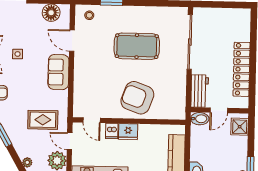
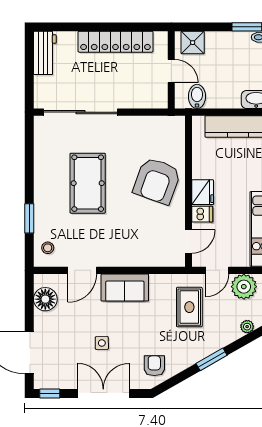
workbench: (200, 91) -> (45, 53), moved, turned 90
bidet: (200, 119) -> (197, 96), moved

